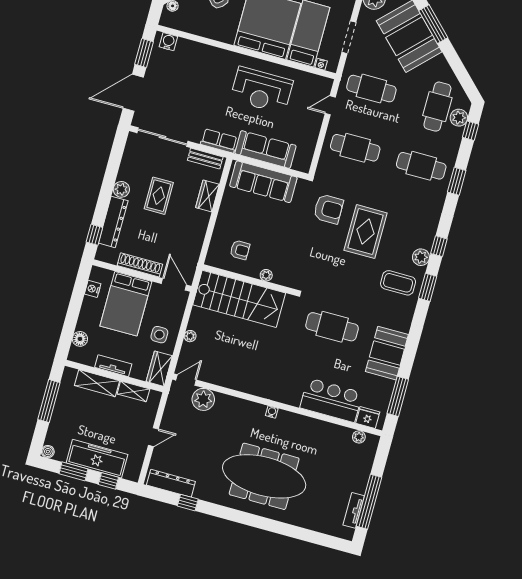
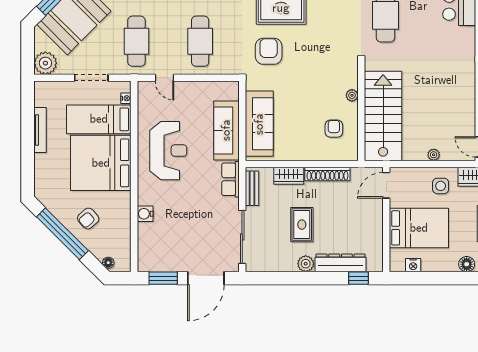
water cooler: (168, 42) -> (145, 214), moved
door: (133, 93) -> (206, 278), hinge flipped
rug: (159, 196) -> (302, 225), turned 90
shoe rack: (140, 265) -> (327, 174), moved, turned -90

